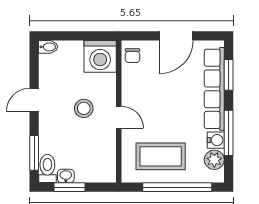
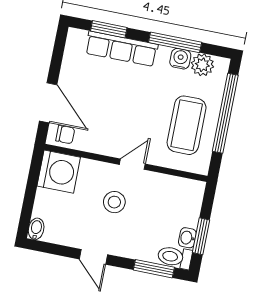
door: (176, 36) -> (48, 103), moved
row of seats: (214, 89) -> (122, 49), width x0.73

